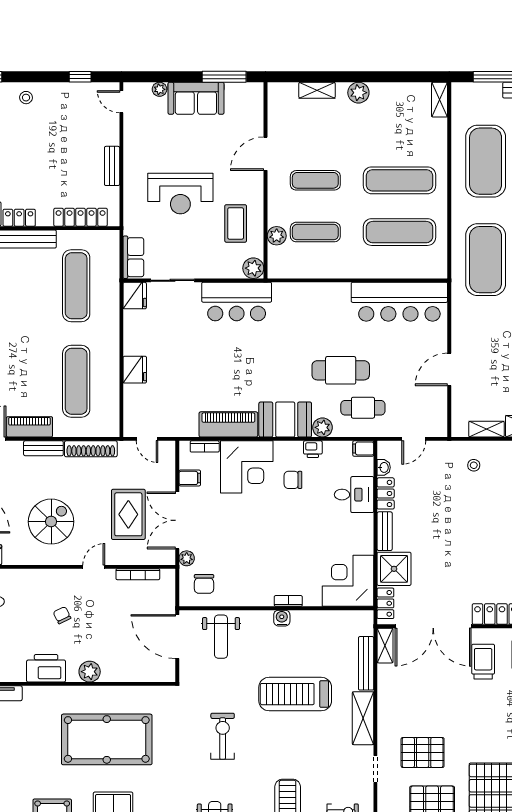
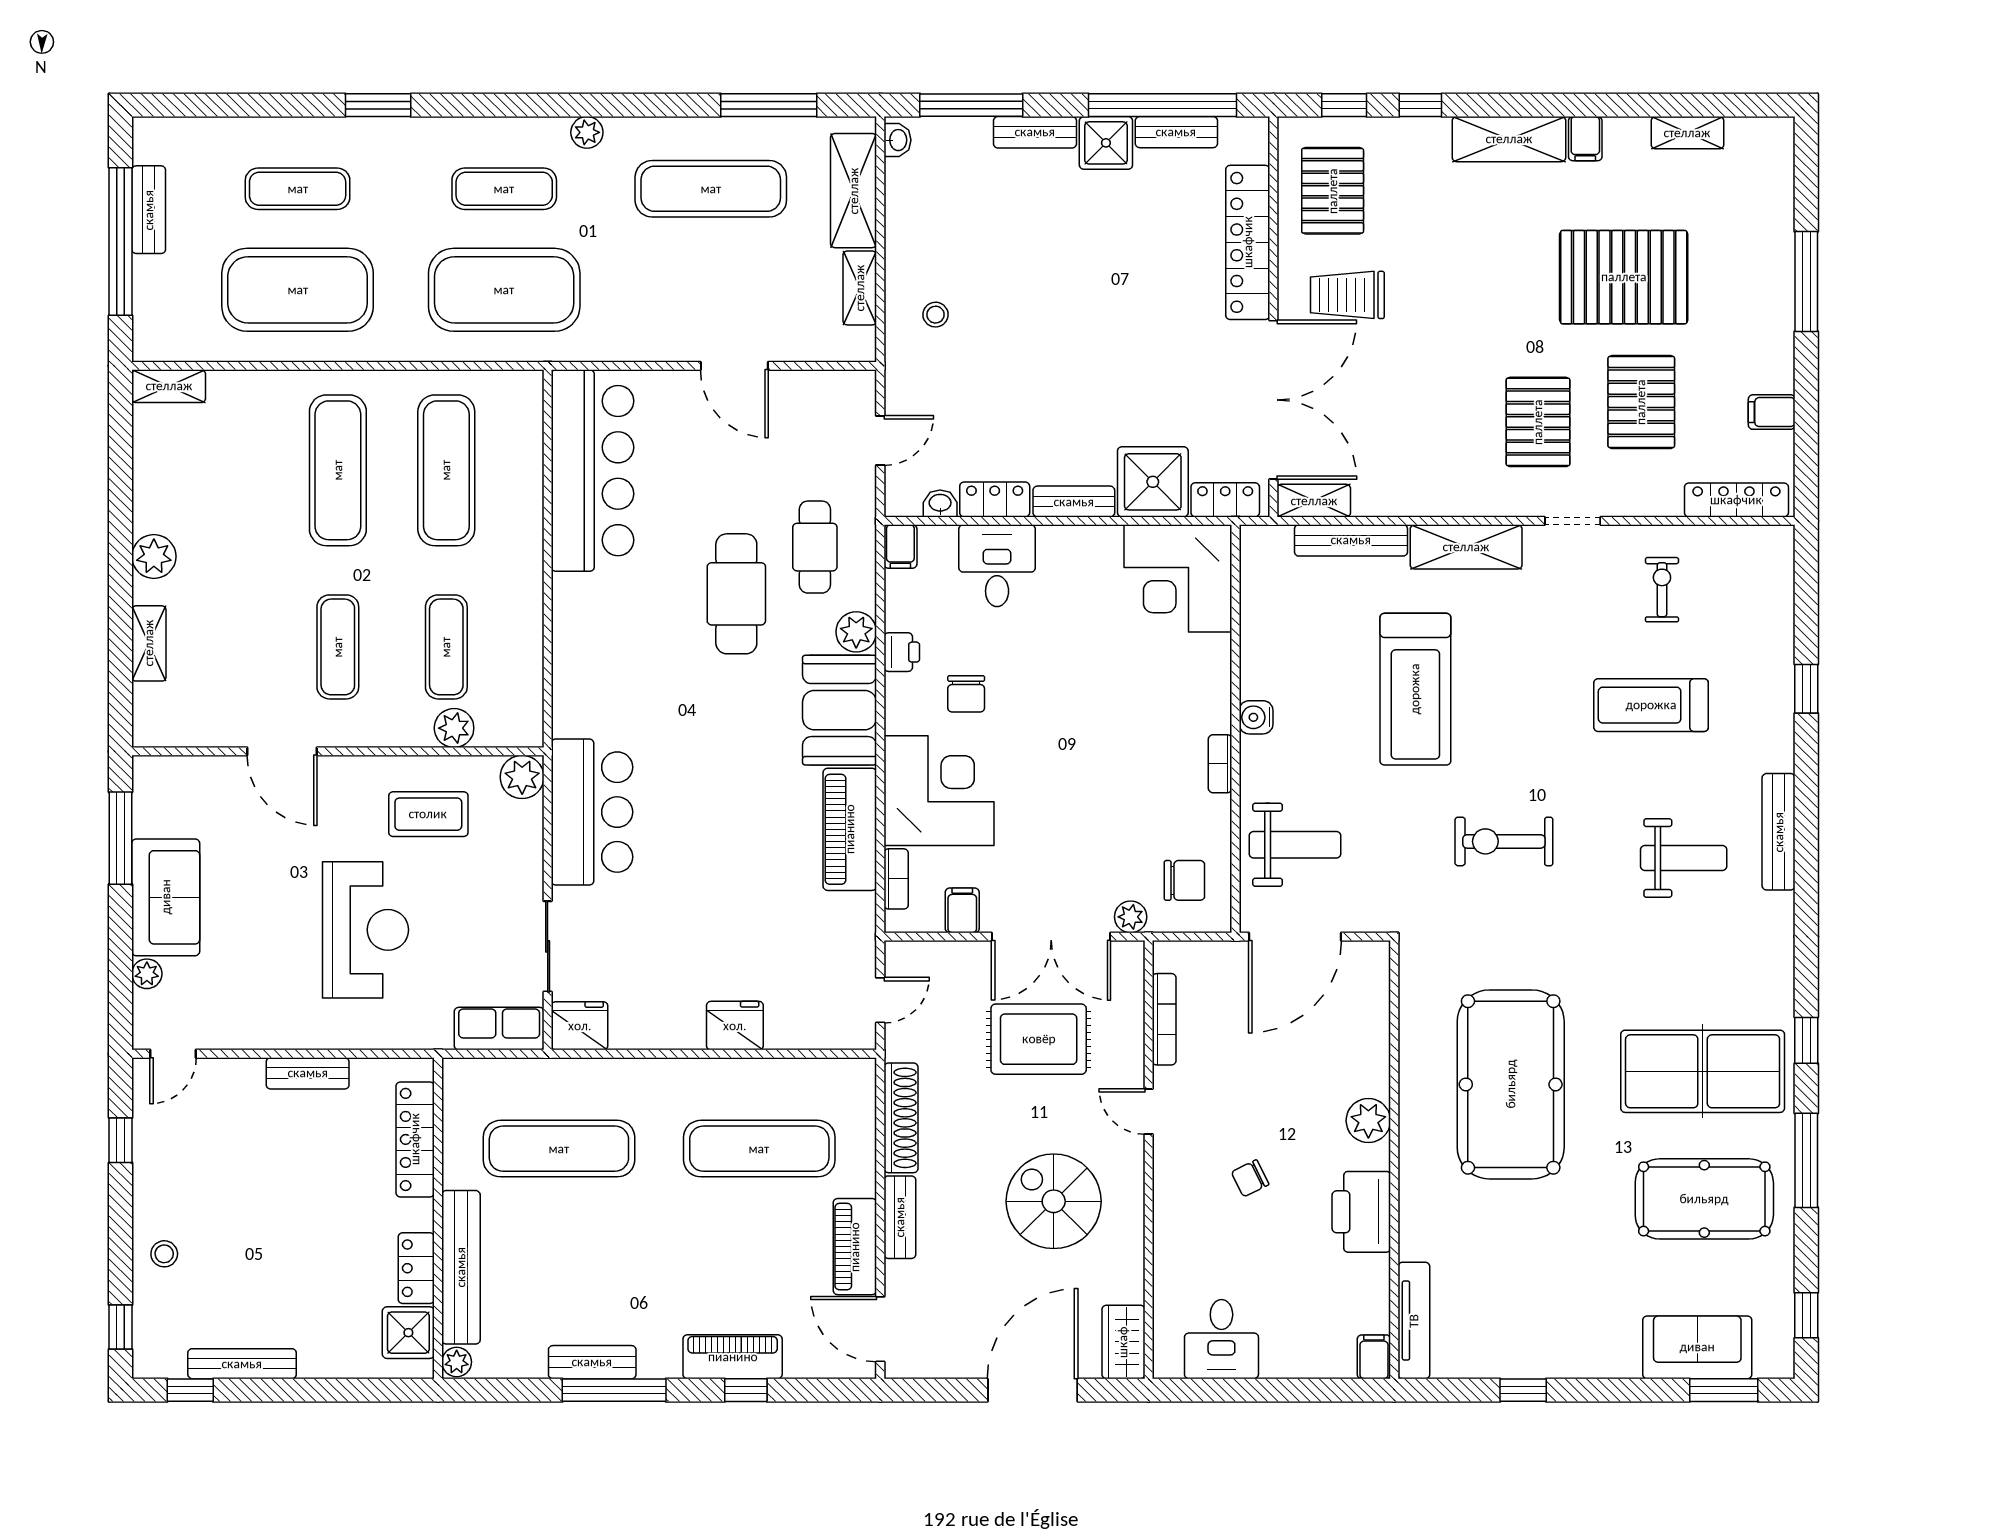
door: (414, 439) -> (880, 440), hinge flipped
bookcase: (288, 601) -> (1220, 764), moved

